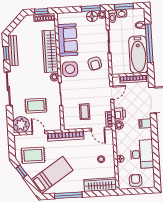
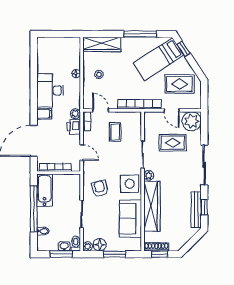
window: (91, 9) -> (115, 254), moved
bathtub: (138, 55) -> (45, 190), width x0.73, depth x0.73
door: (112, 93) -> (82, 153), swing flipped
desk: (142, 154) -> (50, 90), moved
window: (22, 172) -> (183, 49), moved
armchair: (136, 181) -> (60, 47), removed

